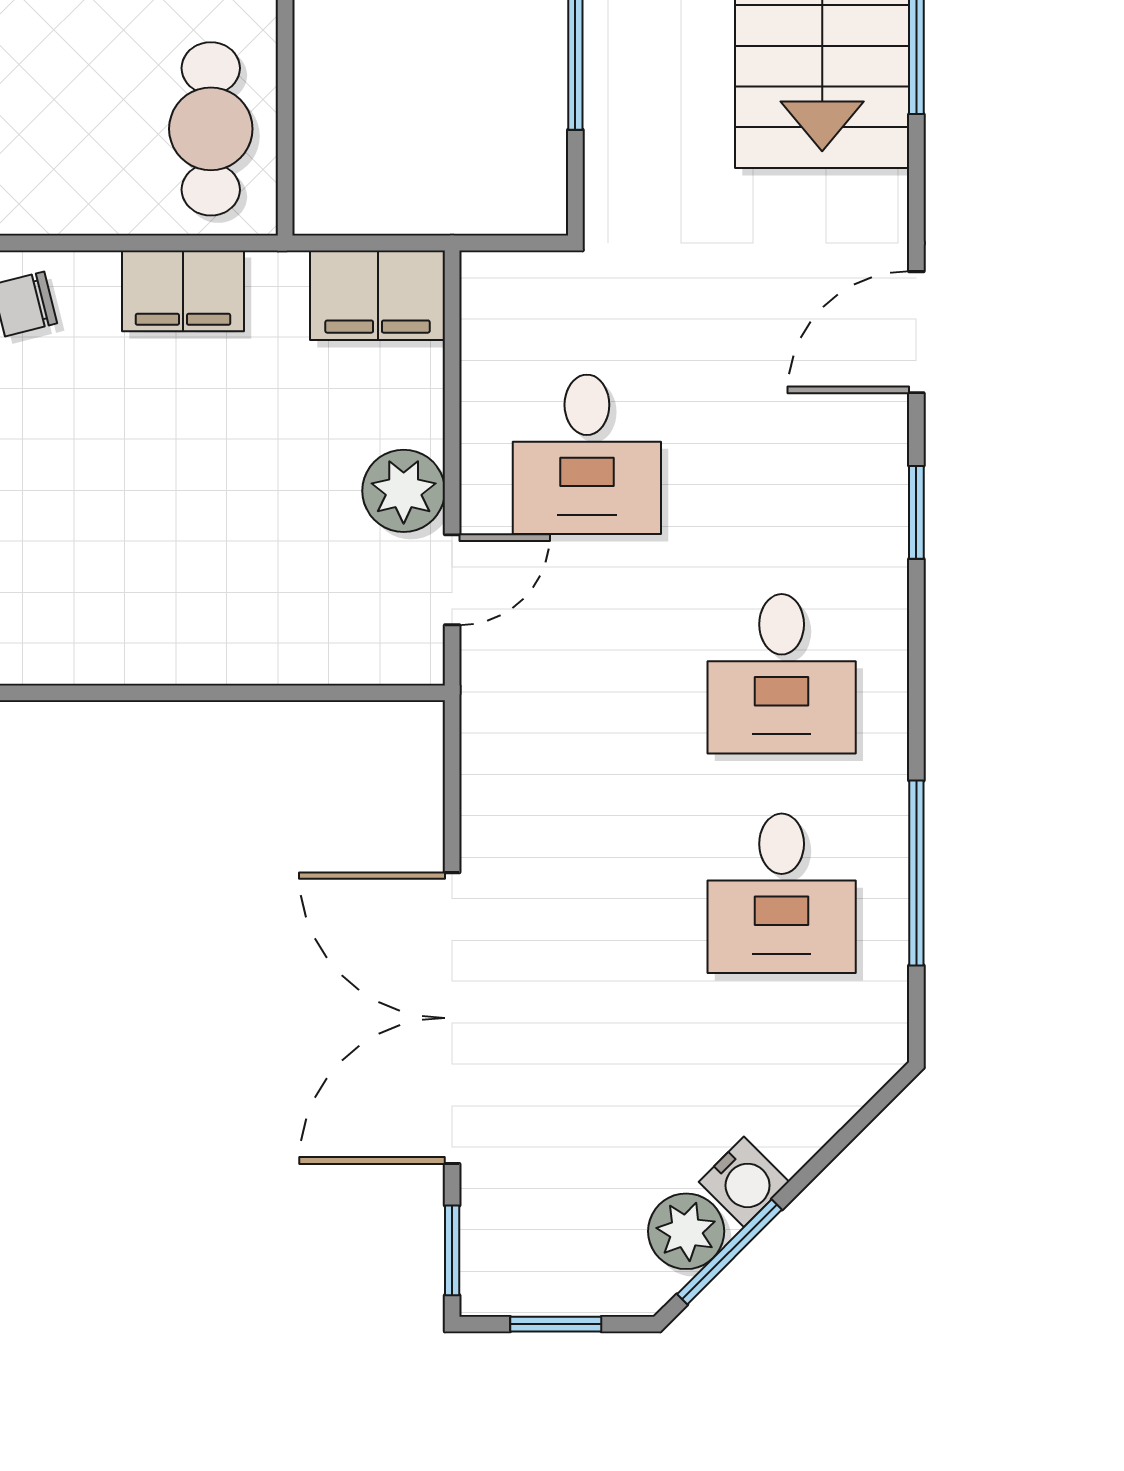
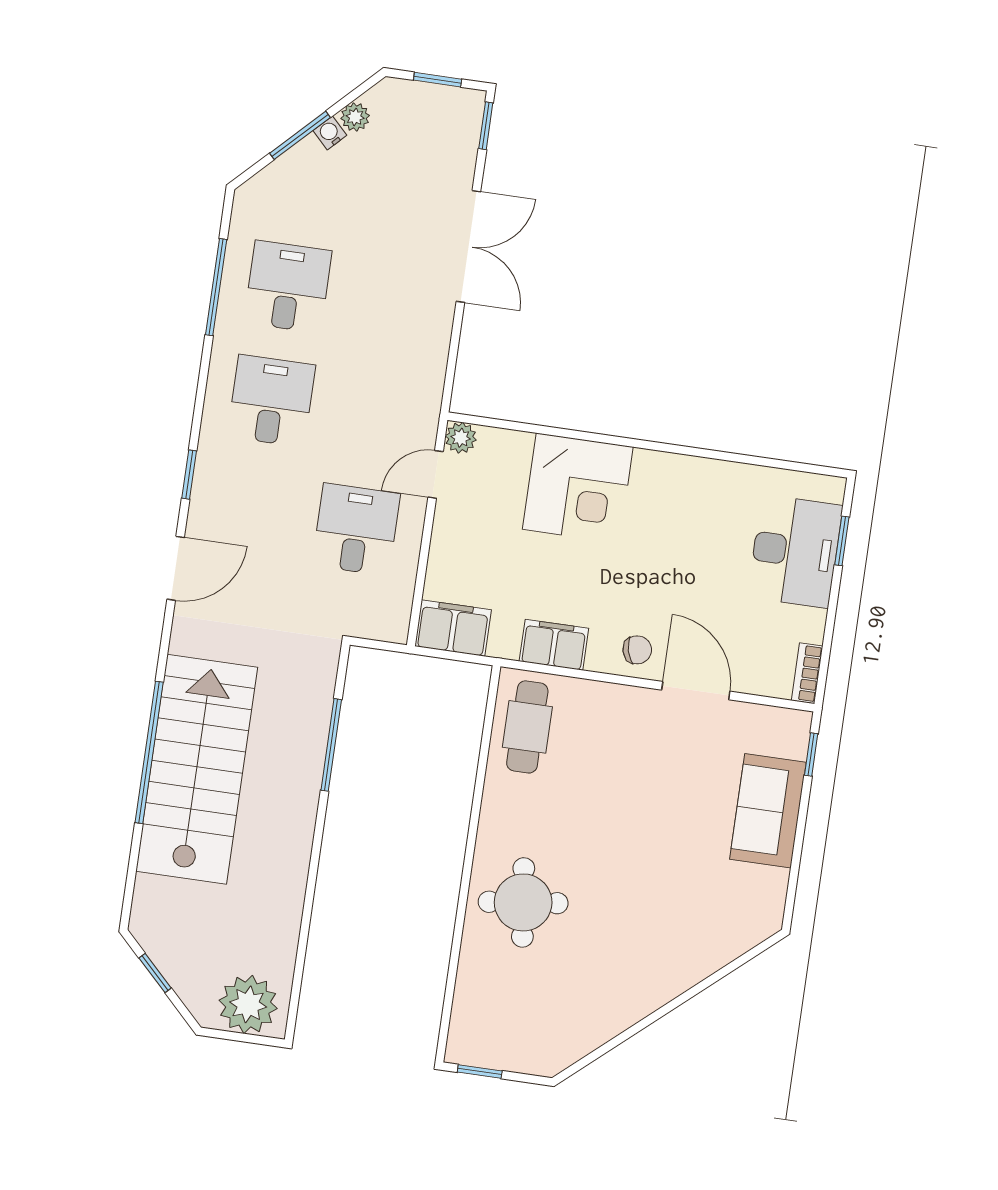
plant: (404, 491) -> (461, 438), moved, width x0.73, depth x0.73
corner desk: (181, 593) -> (578, 488), added
double door: (452, 1018) -> (468, 247), width x0.73
water cooler: (744, 1182) -> (330, 133), width x0.72, depth x0.72
plant: (686, 1231) -> (355, 117), width x0.73, depth x0.73
window: (729, 1252) -> (300, 135), moved

